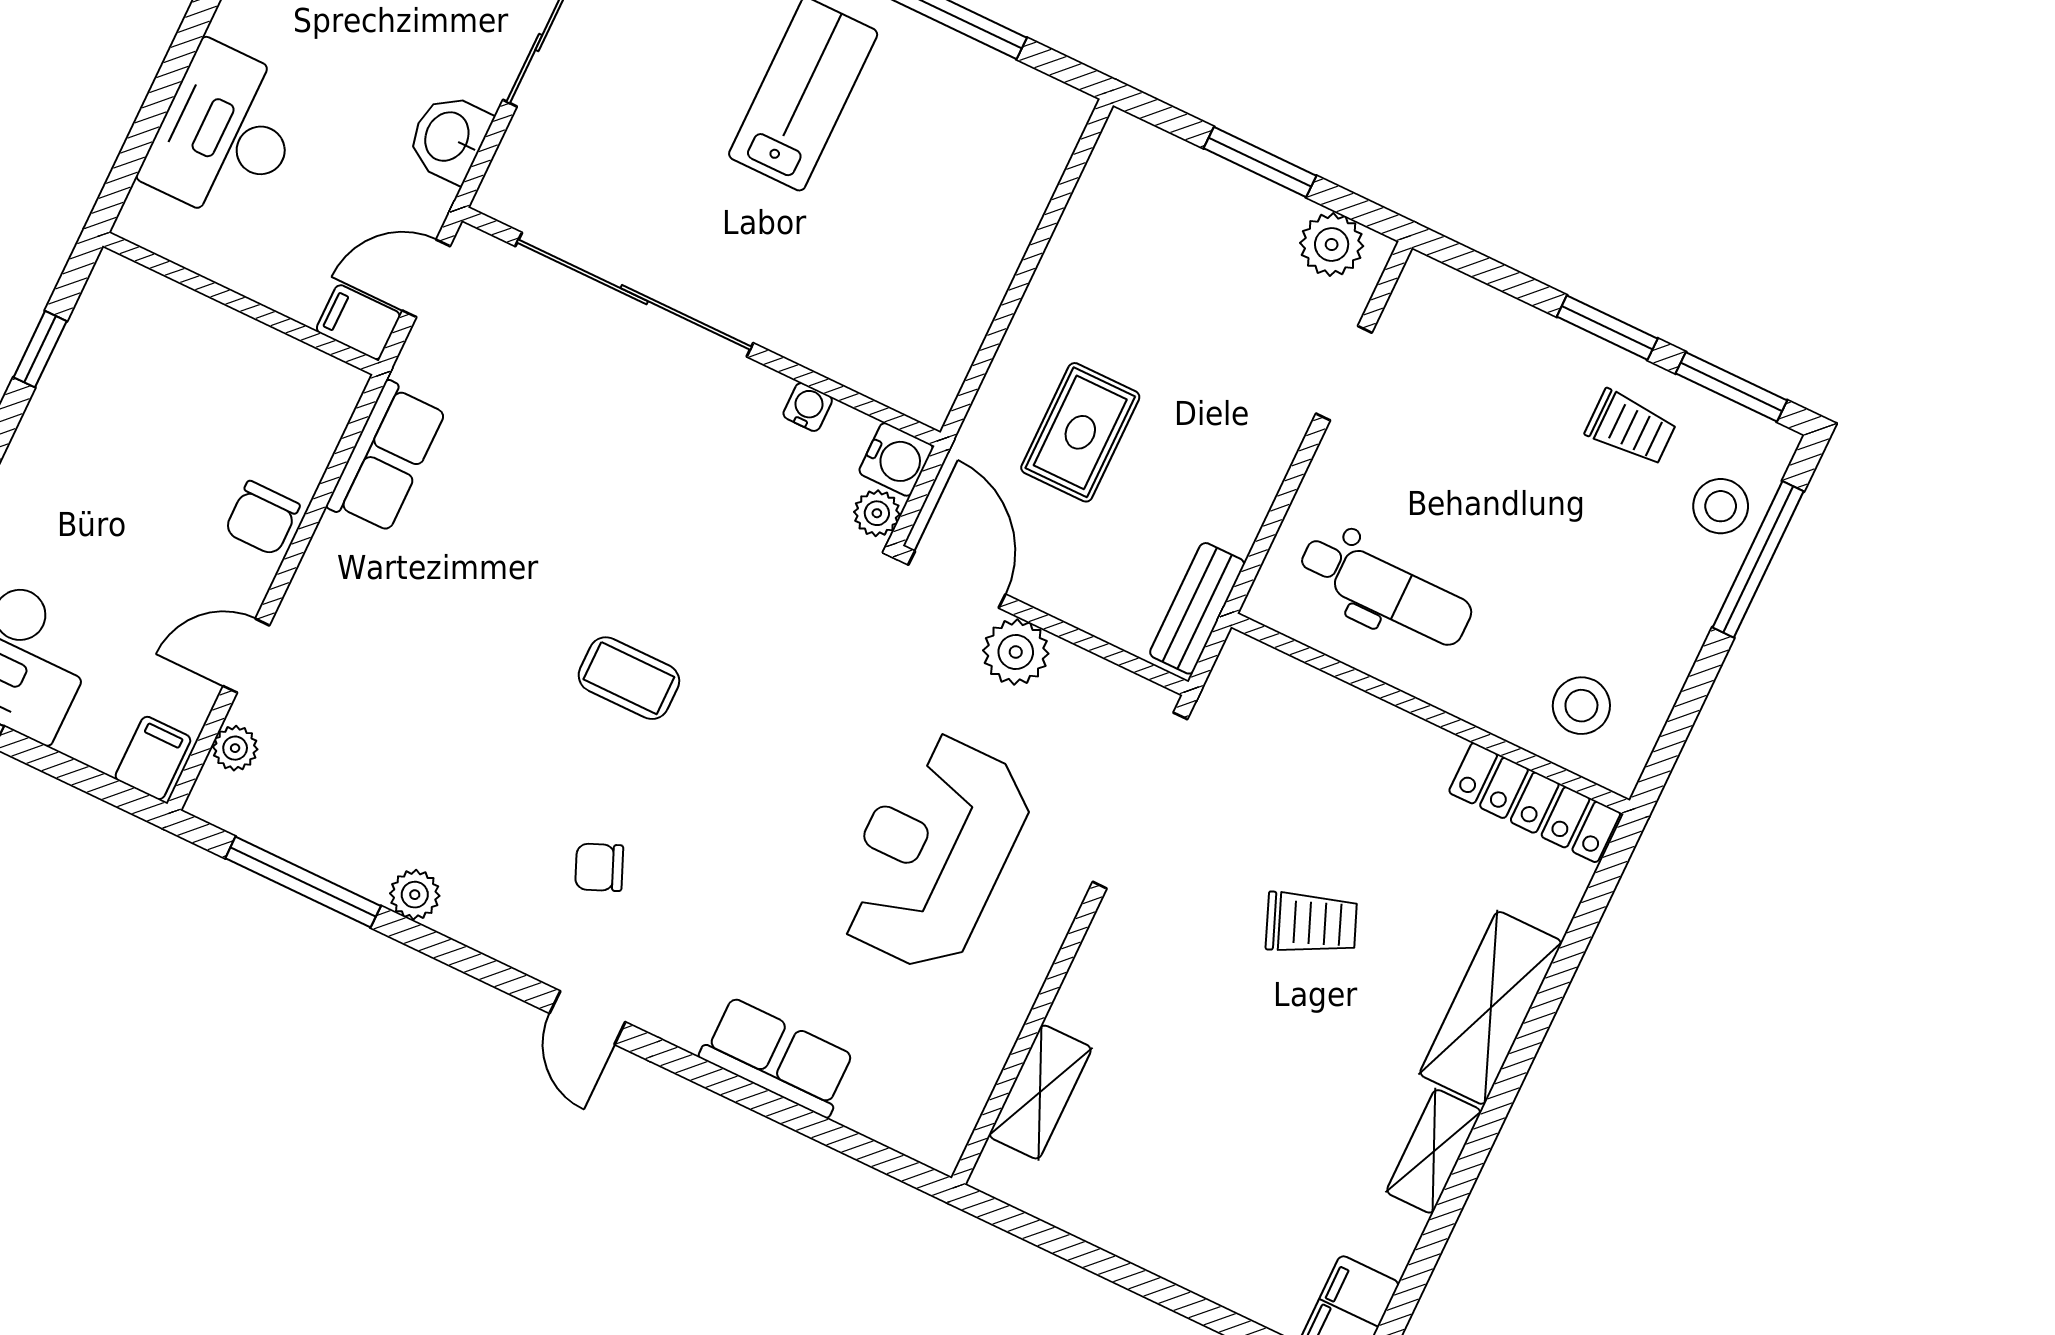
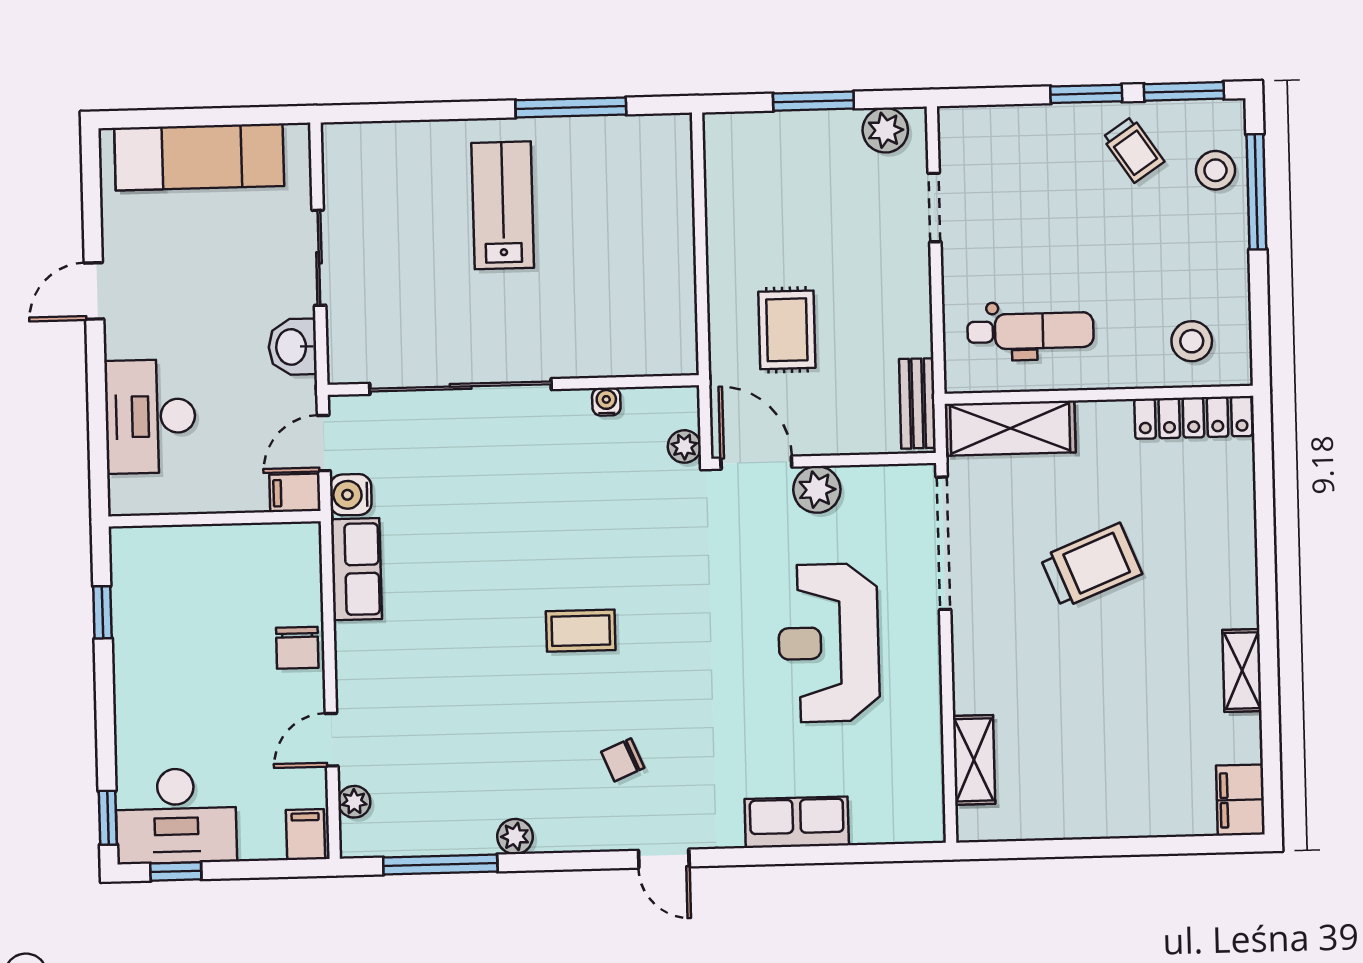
trolley: (1631, 428) -> (1133, 150), turned 56
water cooler: (896, 459) -> (351, 495), moved, turned 180
trolley: (1311, 923) -> (1091, 566), width x1.36, depth x1.39
shelving: (1491, 1008) -> (1010, 428), moved, turned 90

